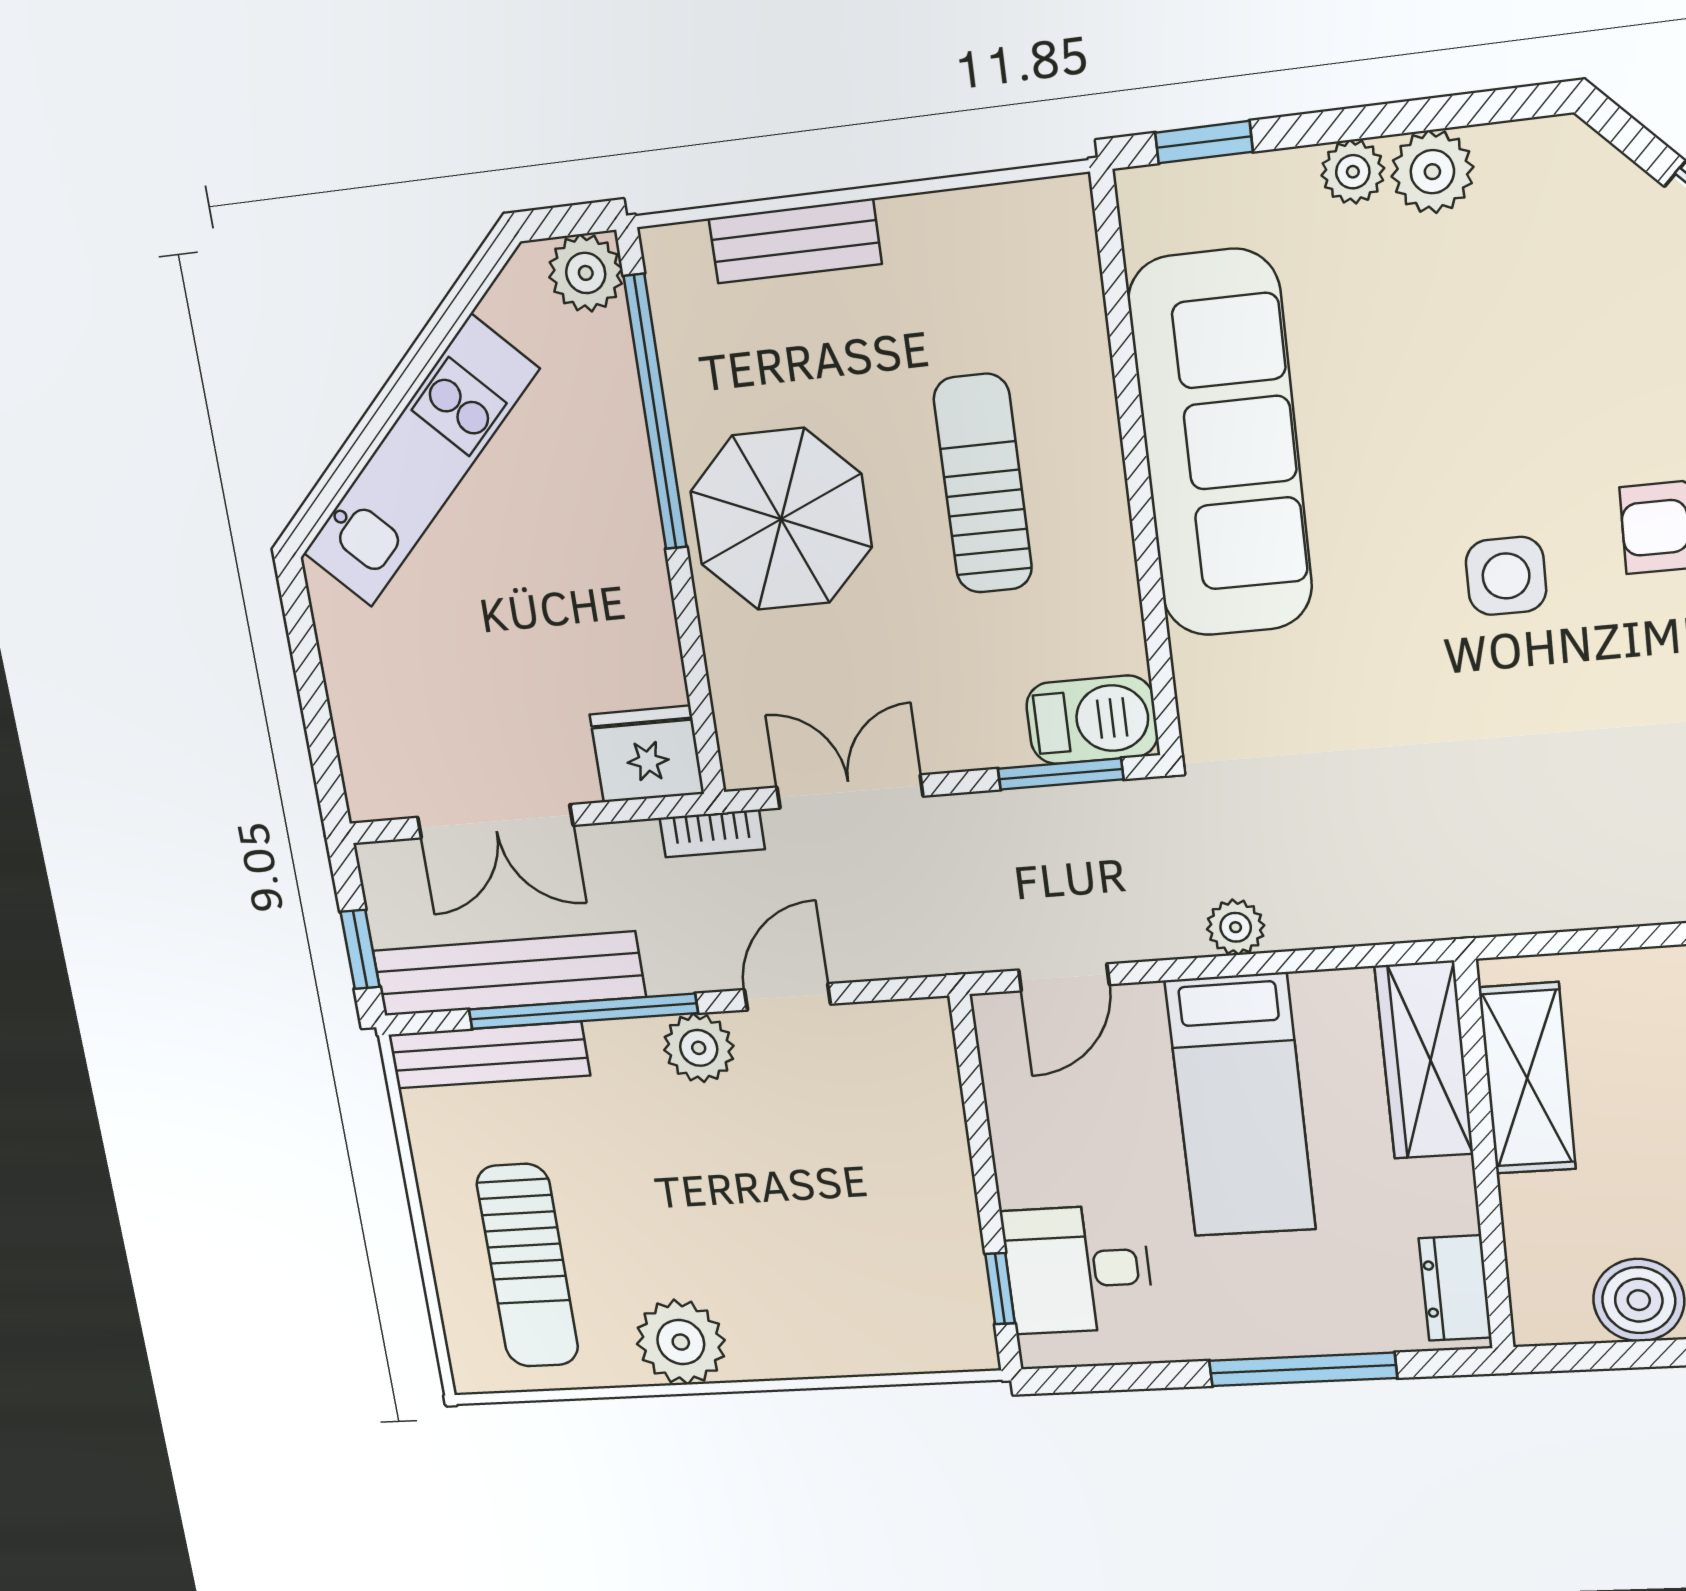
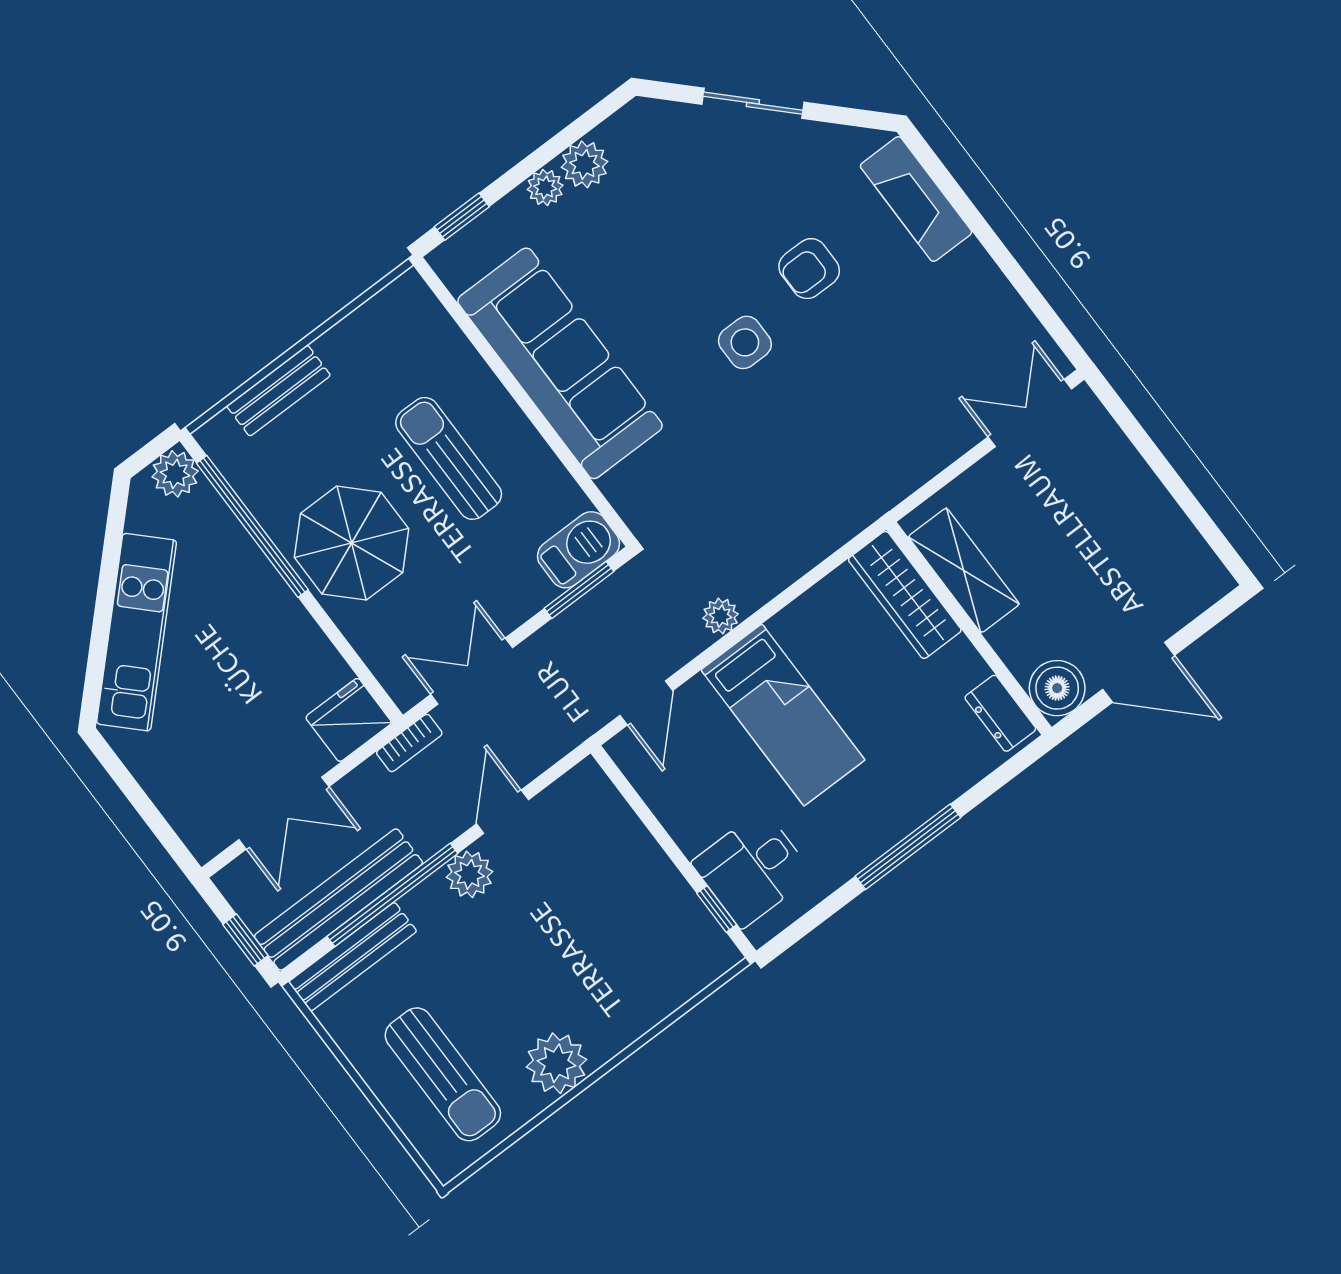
wardrobe: (1424, 1060) -> (905, 595), moved
shelving: (1527, 1078) -> (964, 570), moved
wall: (1484, 1157) -> (969, 628), moved
dresser: (1455, 1288) -> (1000, 713), moved

